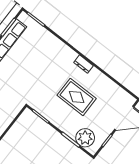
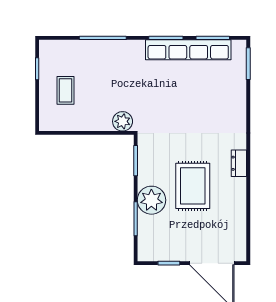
plant: (15, 107) -> (123, 121), added
plant: (85, 138) -> (151, 200), moved

